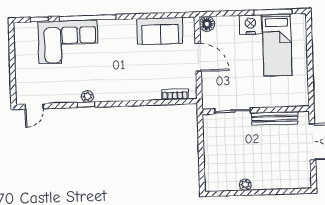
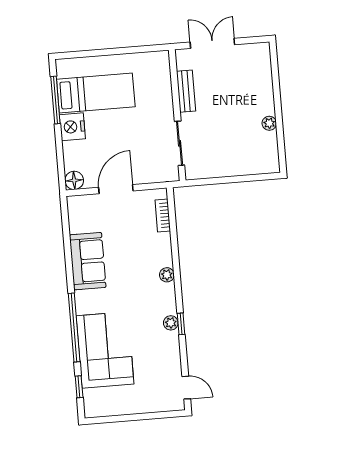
sofa: (160, 31) -> (88, 261), moved
plant: (126, 95) -> (167, 275), added
bench: (275, 118) -> (186, 91), width x0.73

